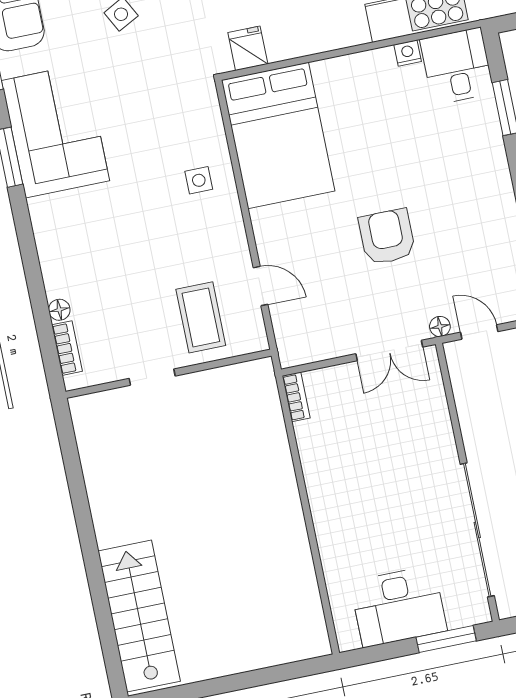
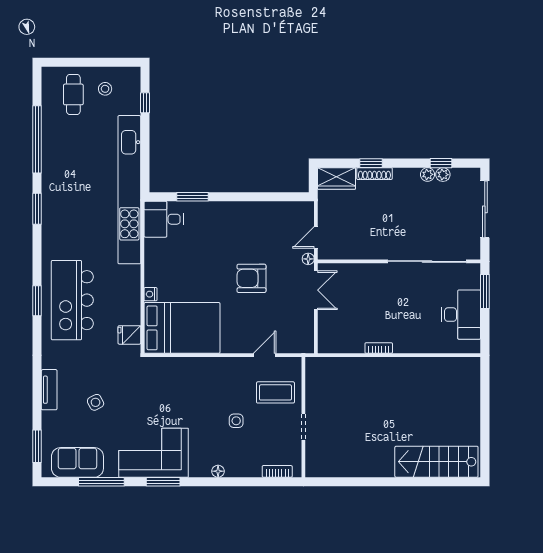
nightstand: (408, 53) -> (151, 294), moved
side table: (199, 180) -> (236, 421), moved
floor lamp: (59, 310) -> (218, 471), moved
bookcase: (296, 397) -> (379, 348), moved

